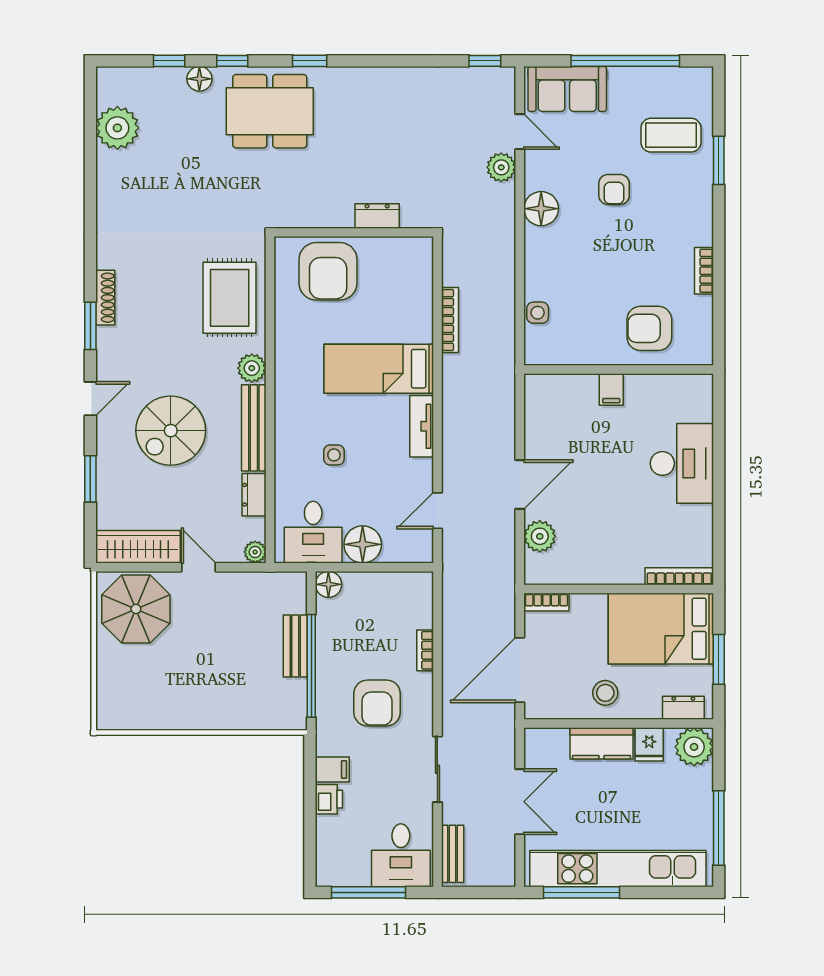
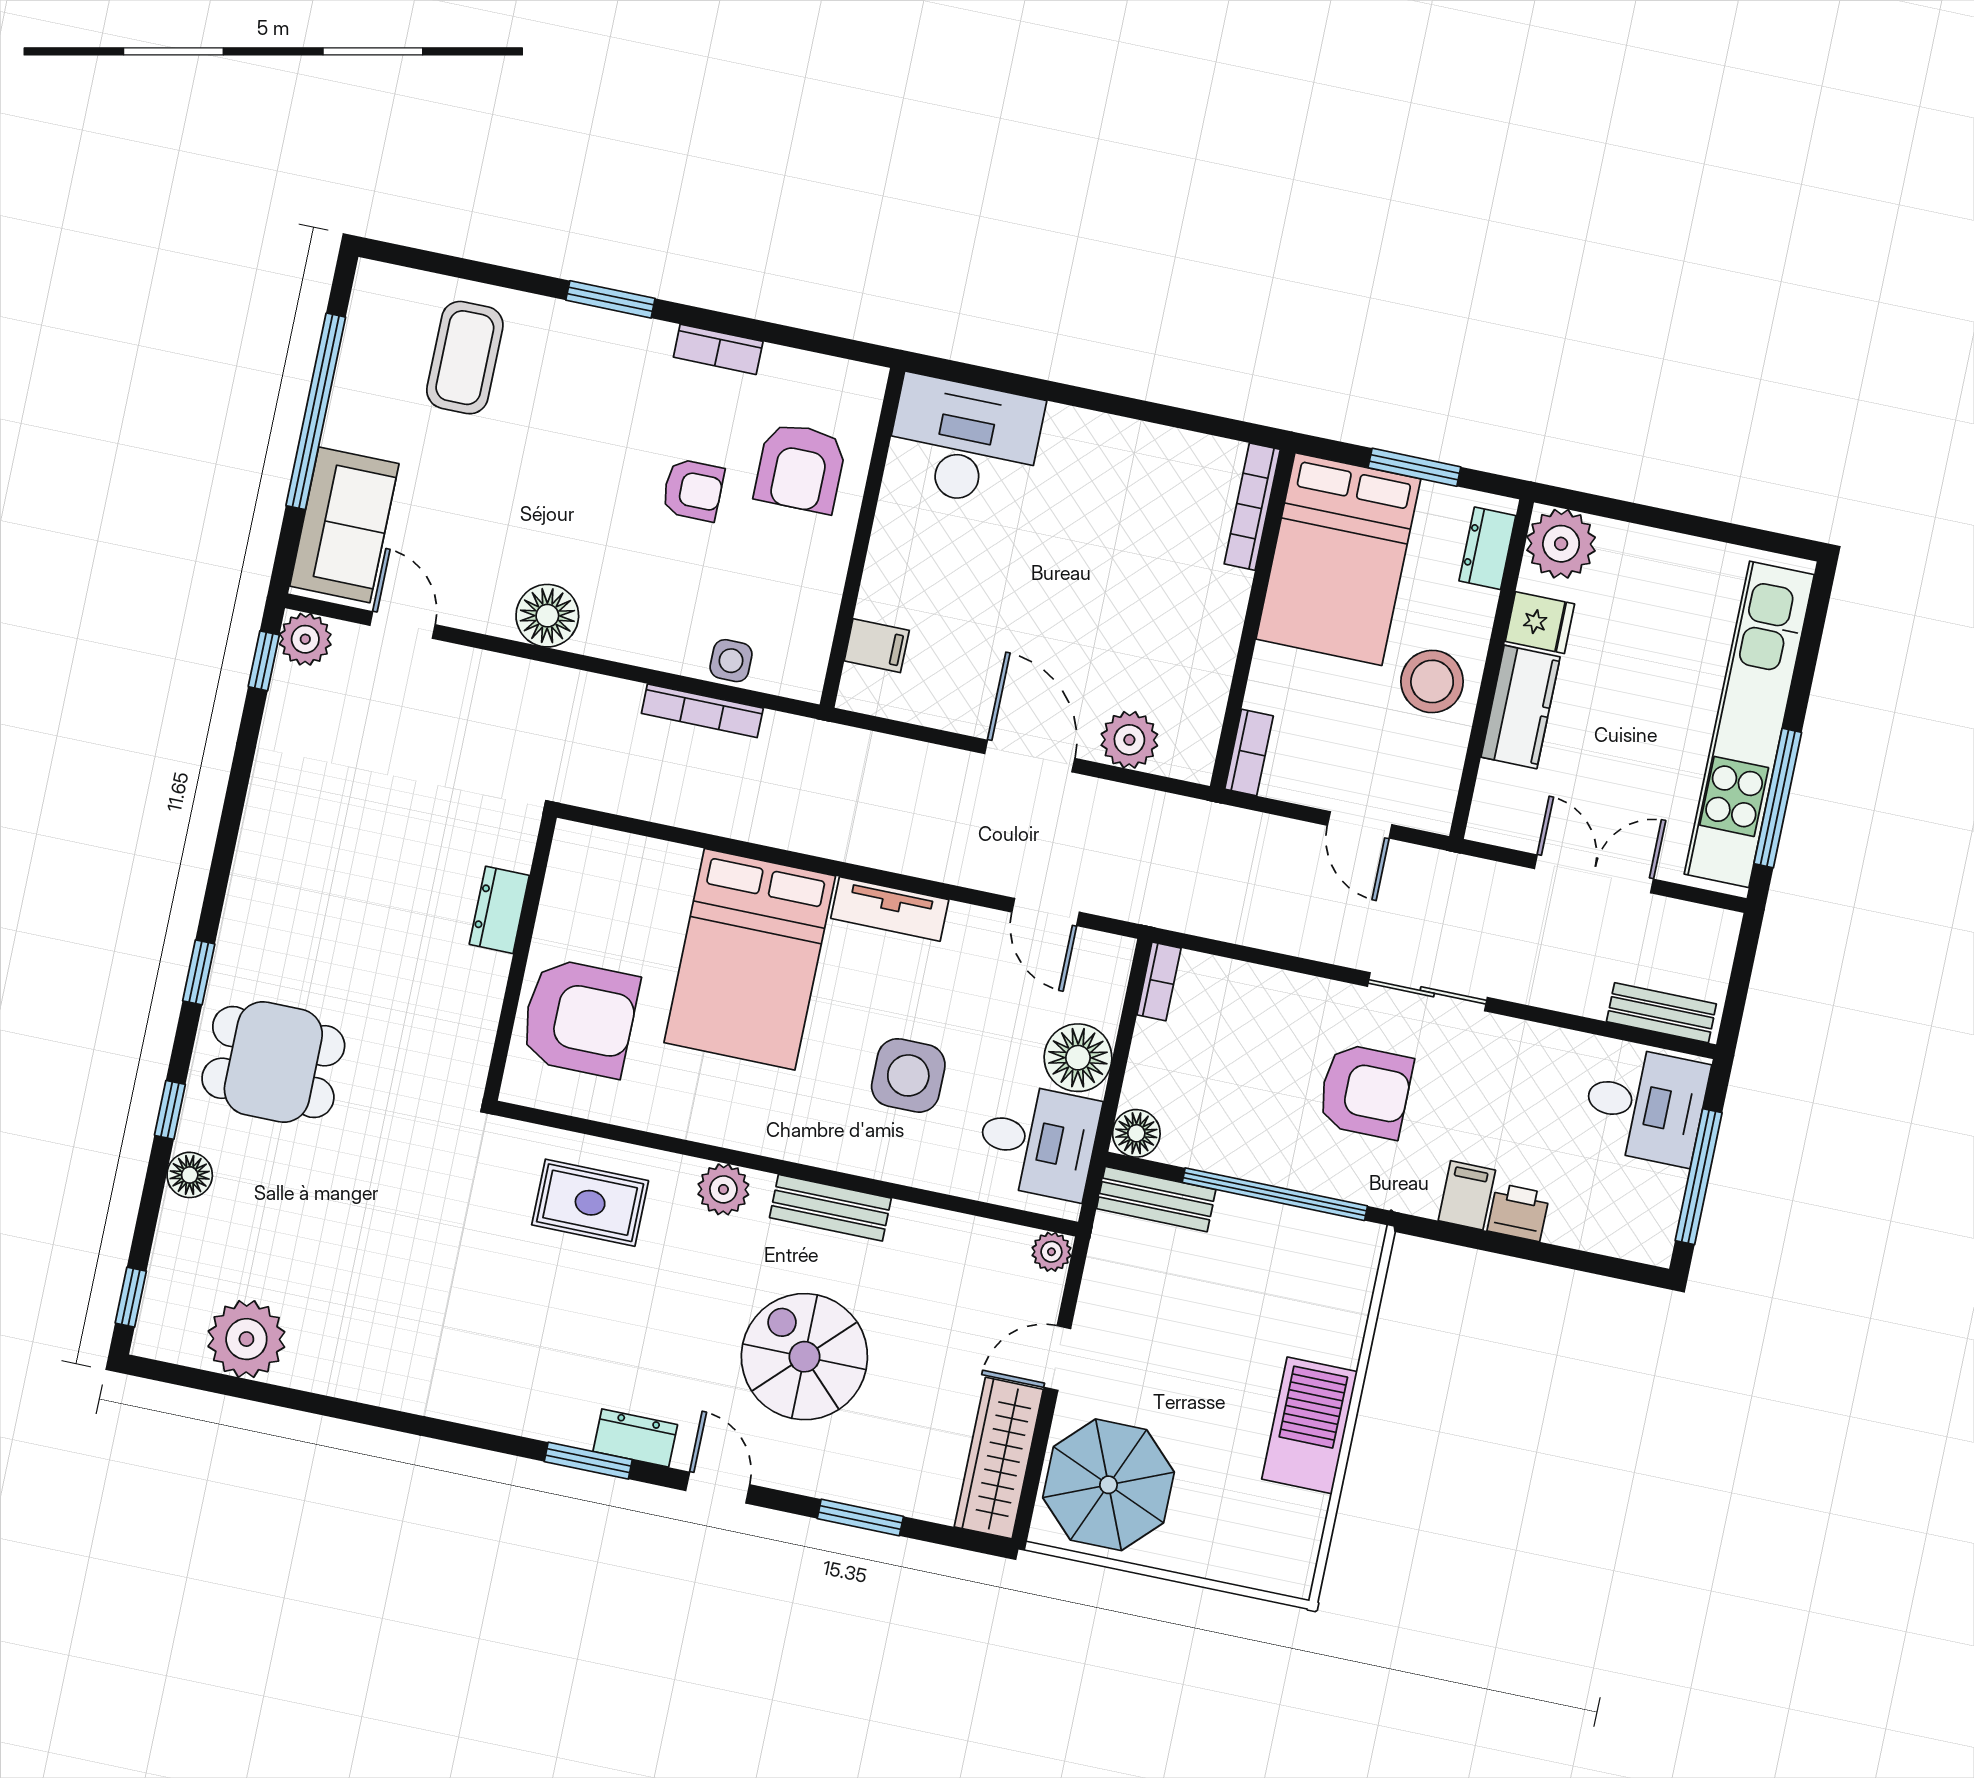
window: (169, 61) -> (131, 1297), moved
dining table: (270, 111) -> (273, 1062), width x0.73
door: (520, 132) -> (403, 625), hinge flipped
window: (719, 160) -> (610, 299), moved
plant: (501, 167) -> (305, 639), moved
armchair: (614, 189) -> (693, 490), moved
shoe rack: (105, 298) -> (544, 1424), removed
rug: (230, 298) -> (590, 1203), width x0.73, depth x0.70
bookcase: (450, 320) -> (702, 711), moved, turned 180
bed: (379, 369) -> (750, 959), width x1.50
filing cabinet: (611, 390) -> (877, 646), moved
bench: (254, 428) -> (830, 1208), width x0.73
spiral stairs: (171, 431) -> (804, 1357), turned 180
side table: (334, 455) -> (908, 1075), width x1.87, depth x1.87
desk: (682, 463) -> (964, 442), moved
dresser: (254, 495) -> (635, 1438), moved, turned 180
bench: (295, 646) -> (1156, 1199), moved
bookcase: (425, 650) -> (1159, 981), moved, turned -90
door: (520, 670) -> (1360, 825), width x0.53
stool: (605, 693) -> (1432, 681), width x1.38, depth x1.38
barbecue: (191, 711) -> (1310, 1425), added
sliding door: (437, 769) -> (1427, 992), moved
window: (719, 828) -> (1715, 530), removed

